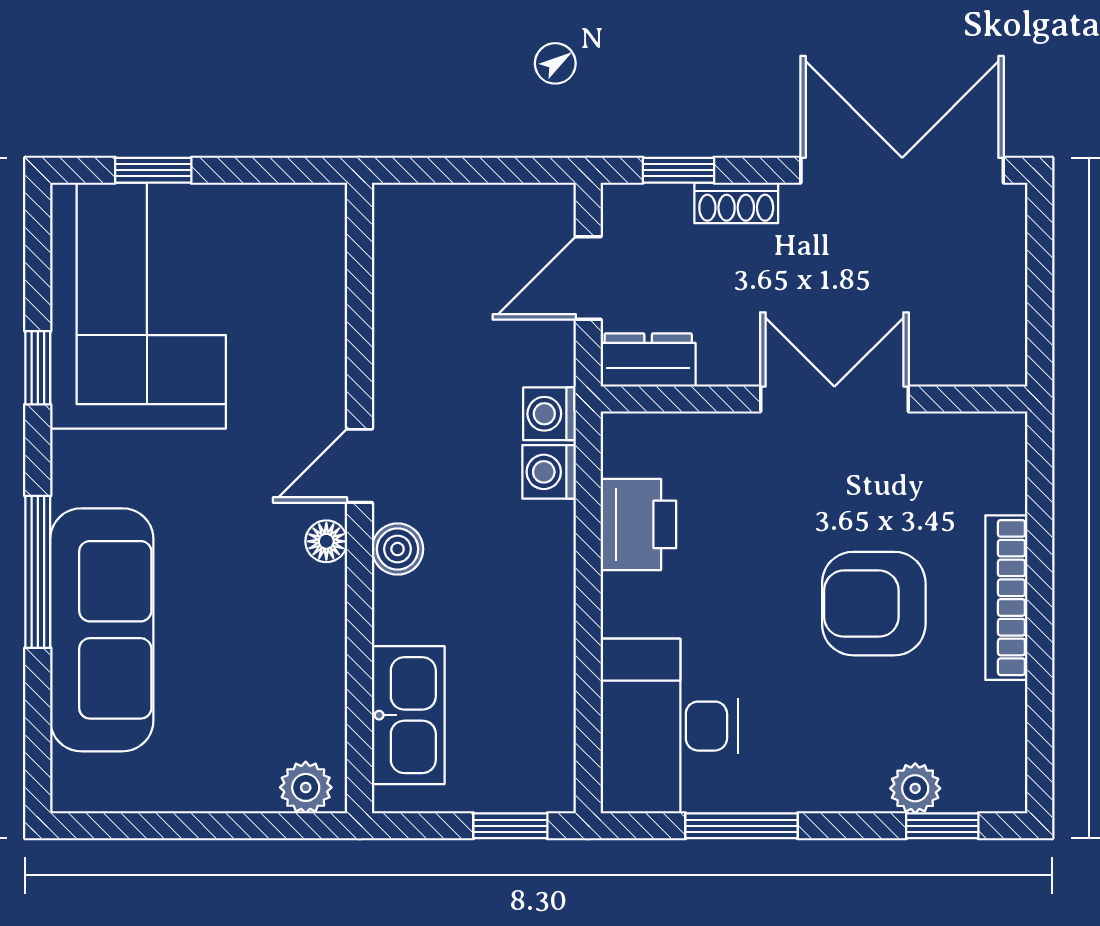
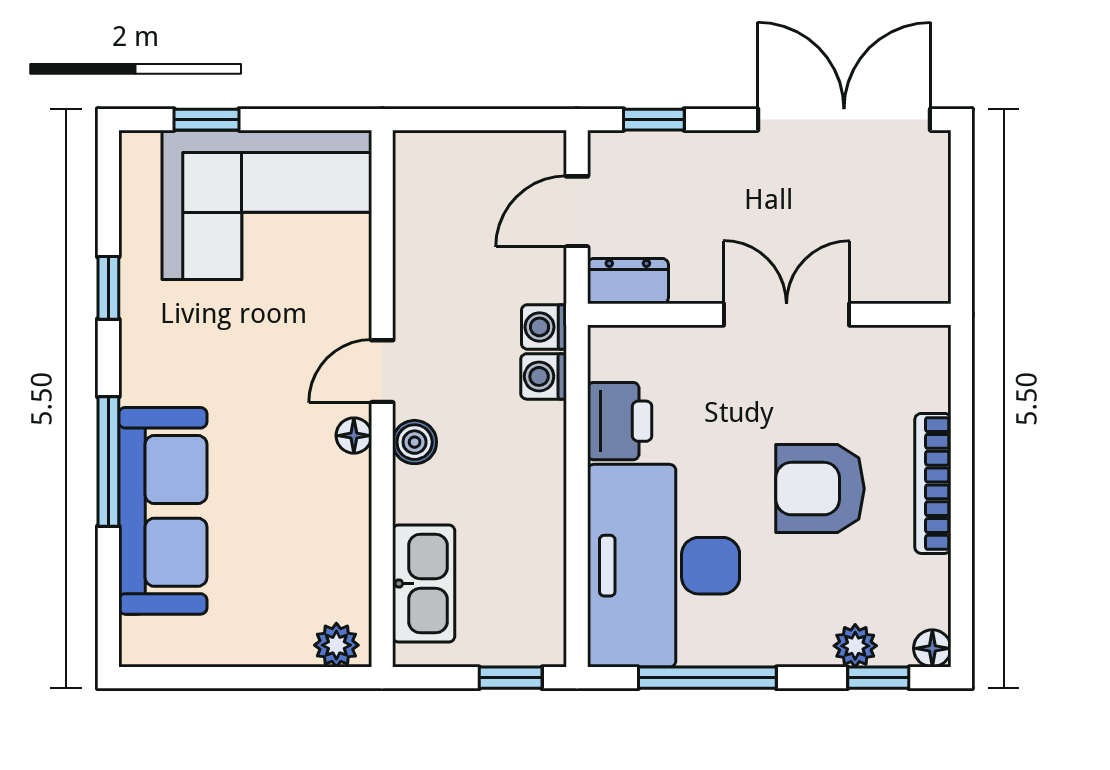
shoe rack: (736, 203) -> (703, 147), removed
corner sofa: (138, 306) -> (267, 205), moved, turned 90
desk: (669, 726) -> (663, 566), width x1.36, depth x1.30
floor lamp: (1006, 791) -> (932, 648), added
window: (741, 826) -> (707, 678), width x1.44

